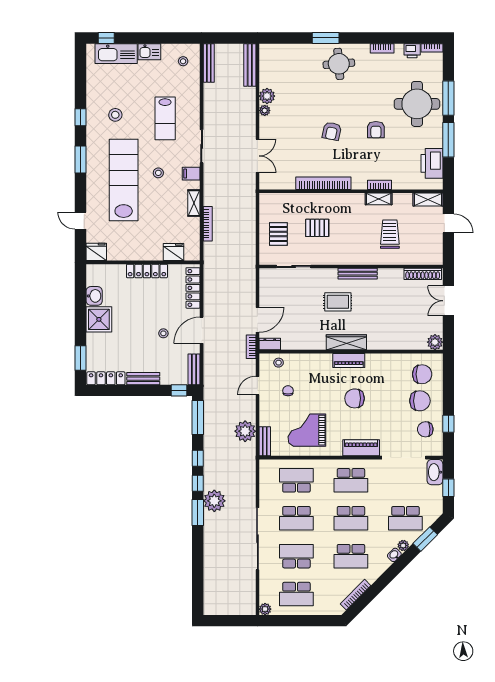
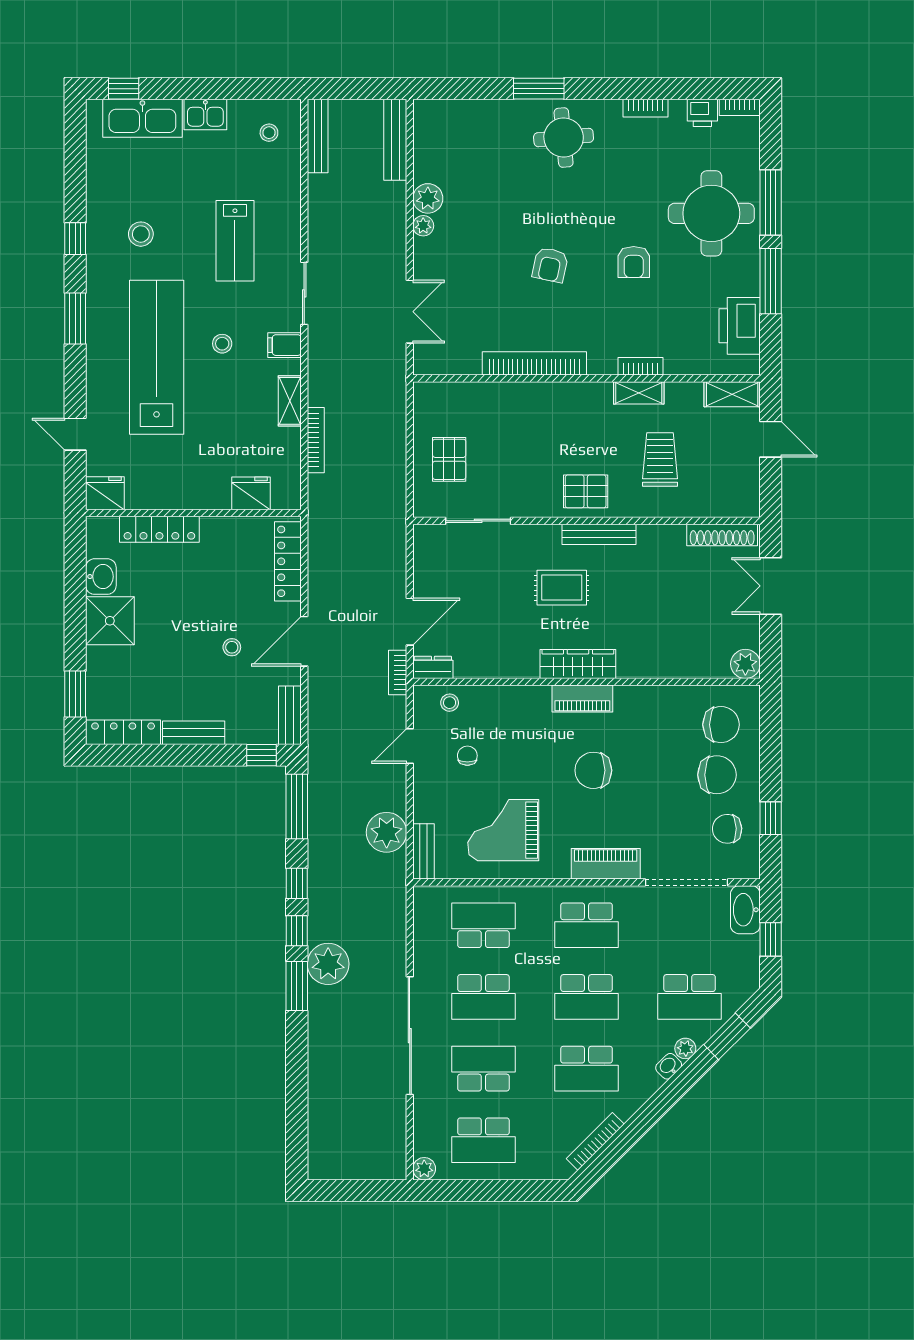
pallet: (317, 228) -> (586, 491), moved
locker: (147, 271) -> (159, 529), moved

